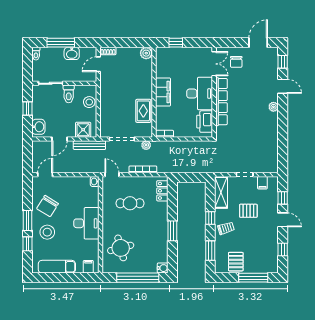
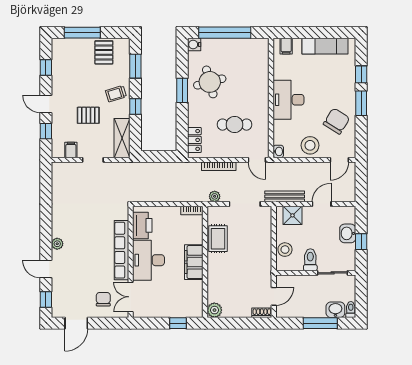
washbasin: (72, 53) -> (335, 310), moved
washbasin: (38, 127) -> (348, 233), moved
stool: (47, 232) -> (310, 145), moved
round table: (121, 248) -> (210, 82), moved

